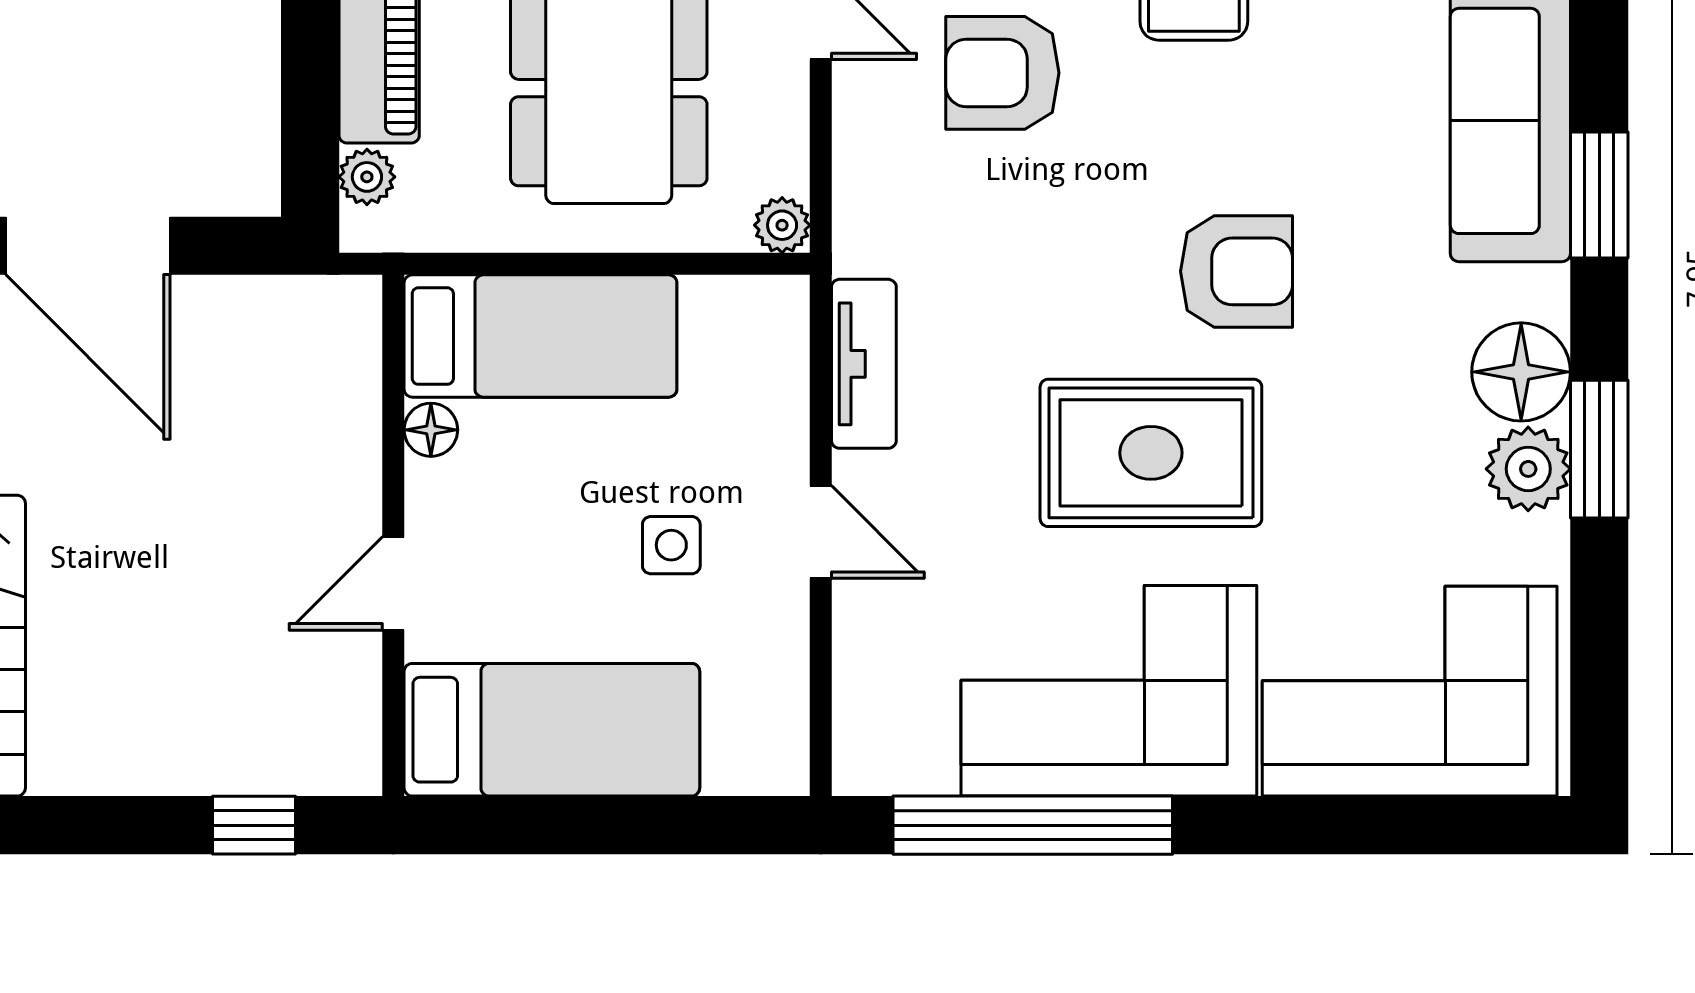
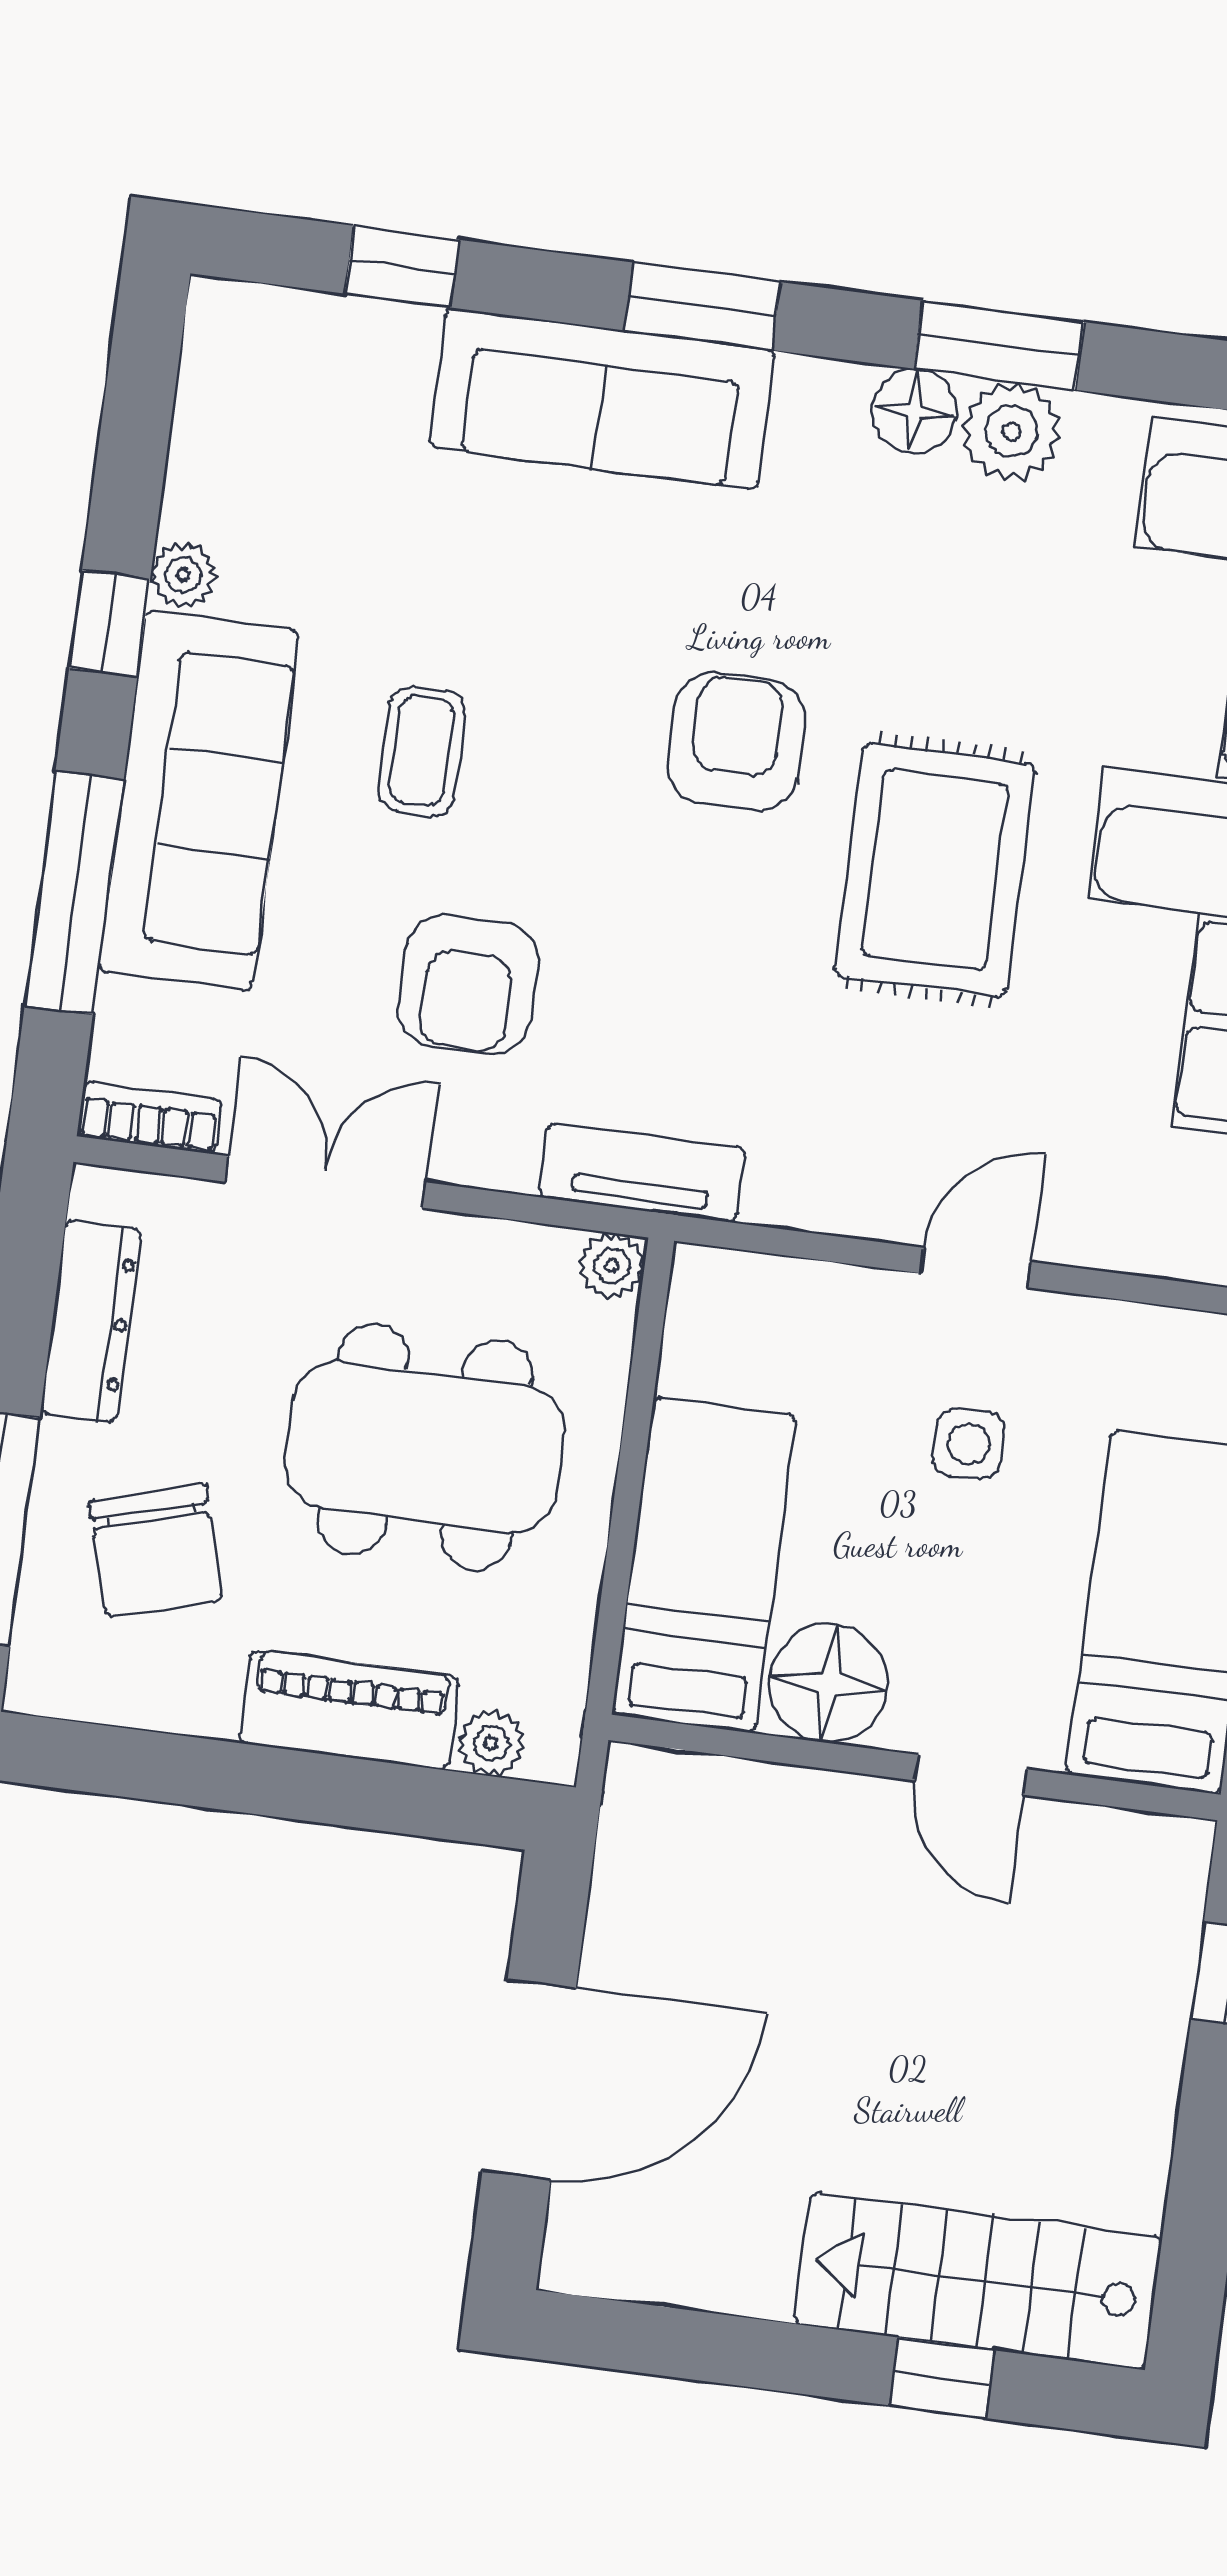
tv unit: (864, 364) -> (642, 1172), moved
floor lamp: (1521, 372) -> (915, 411), width x0.73, depth x0.73
floor lamp: (431, 430) -> (828, 1683), width x1.89, depth x1.89

